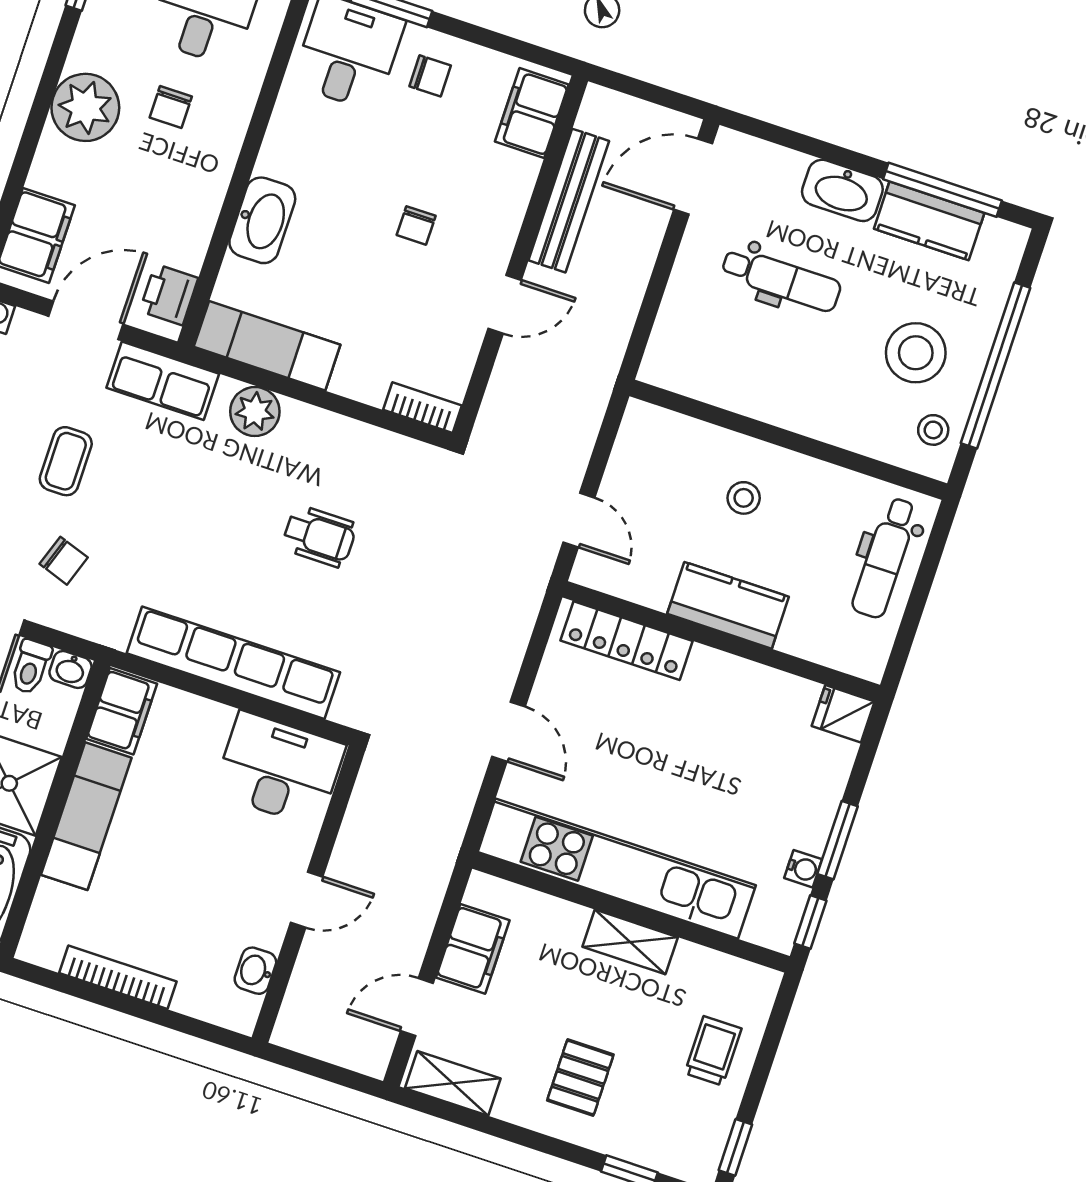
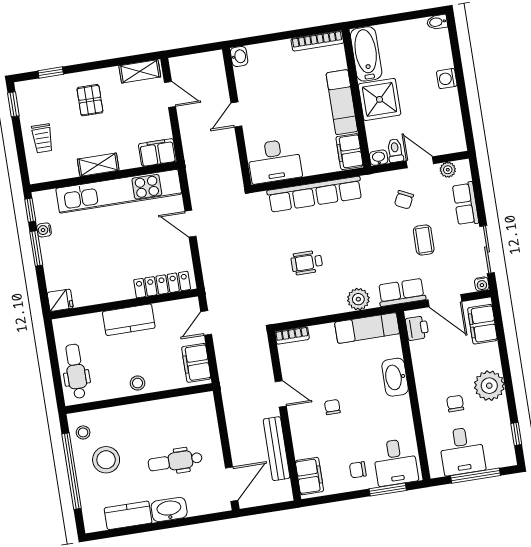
window: (943, 190) -> (129, 531), removed
door: (505, 304) -> (281, 394), swing flipped
door: (86, 320) -> (445, 301), hinge flipped
filing cabinet: (639, 452) -> (196, 363), added
stool: (744, 498) -> (138, 383), moved
door: (579, 520) -> (206, 323), hinge flipped
chair: (64, 561) -> (404, 200), turned -83
filing cabinet: (473, 949) -> (157, 152), moved, turned 90
washbasin: (255, 971) -> (239, 56), moved
bookcase: (118, 977) -> (317, 41), moved
door: (417, 1007) -> (170, 94), hinge flipped

